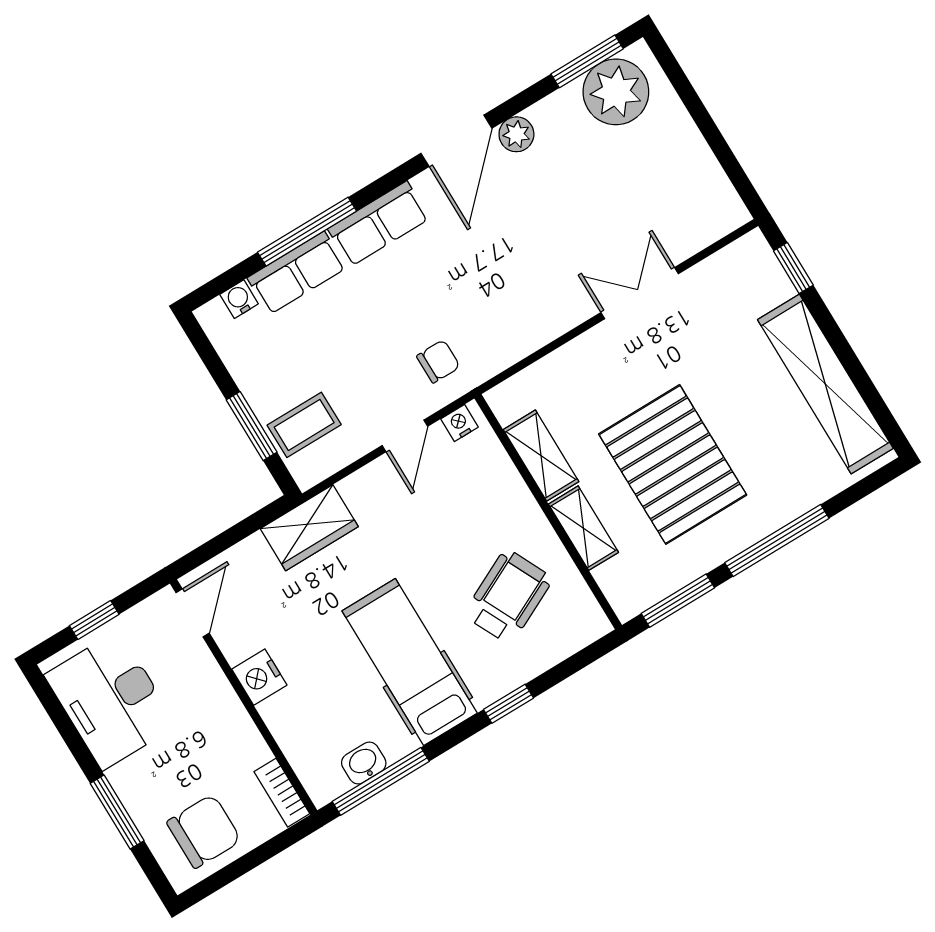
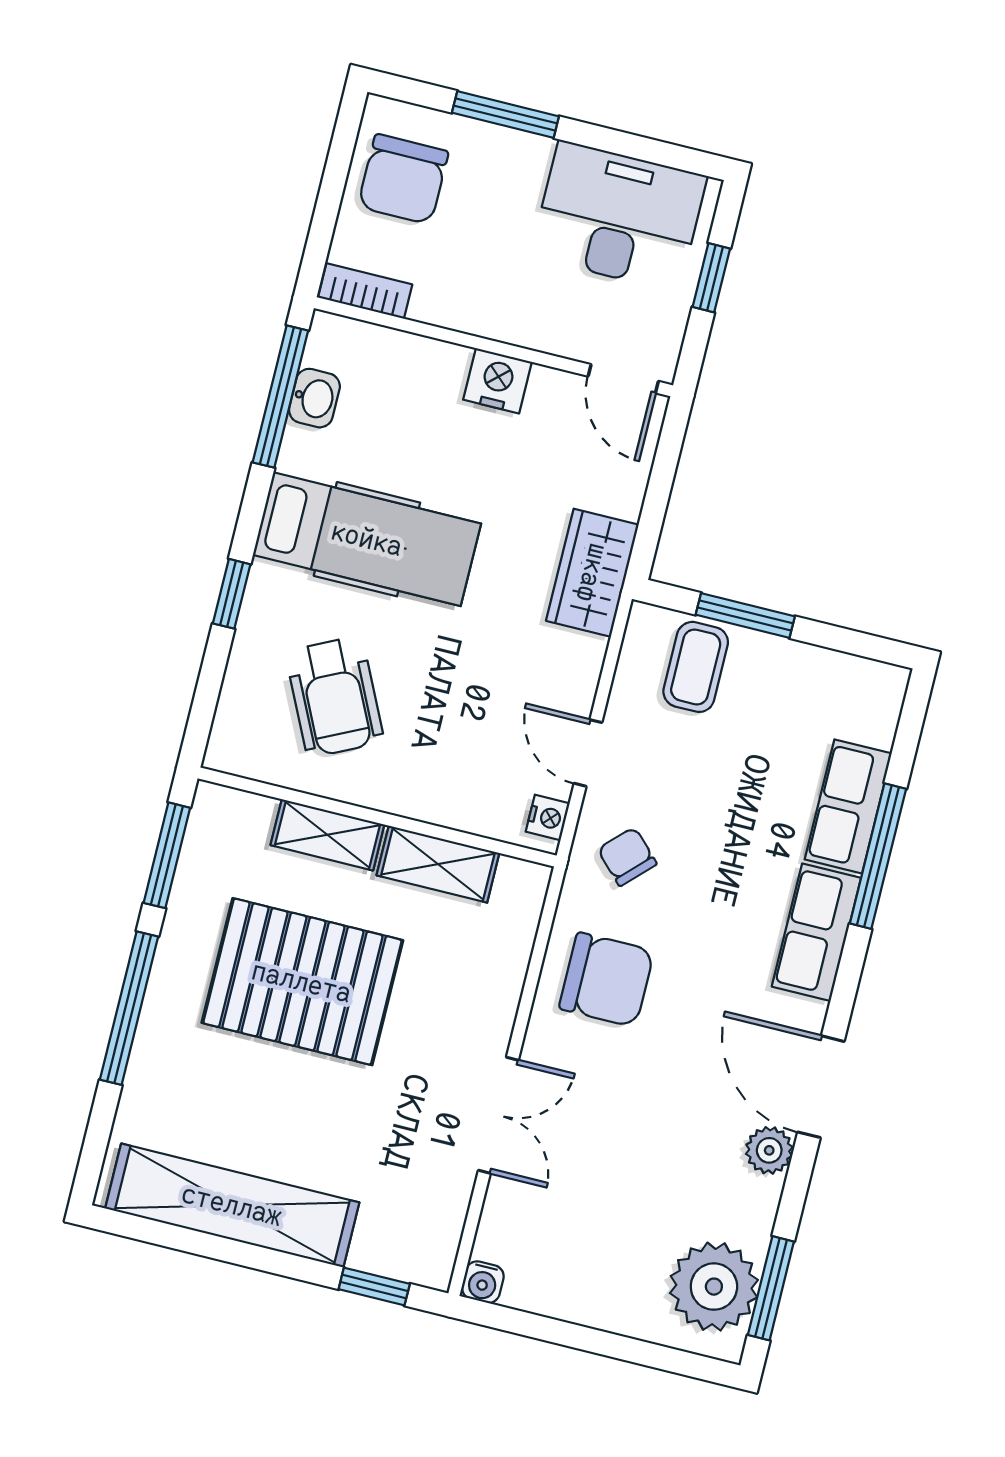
water cooler: (239, 299) -> (483, 1282), moved, turned 90
chair: (513, 308) -> (607, 980), added
chair: (438, 361) -> (627, 857), turned 135

